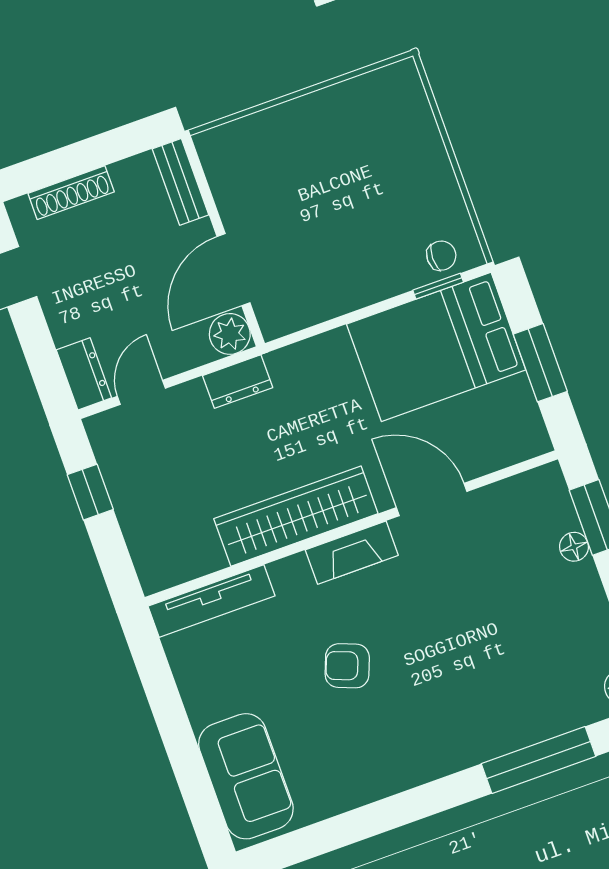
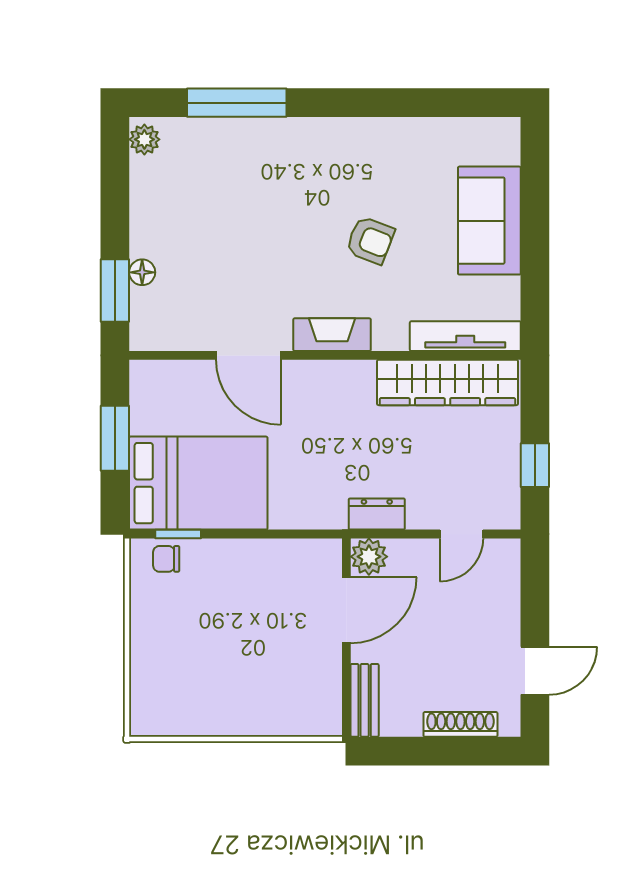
dresser: (84, 374) -> (504, 567), removed
wardrobe: (296, 516) -> (447, 382), moved
sofa: (246, 776) -> (489, 221), moved

